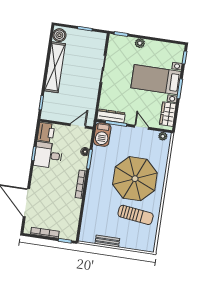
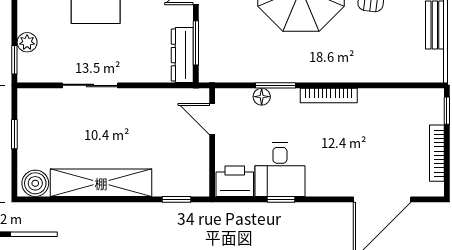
plant: (140, 43) -> (27, 42), moved
barbecue: (102, 135) -> (222, 67), removed

